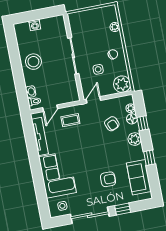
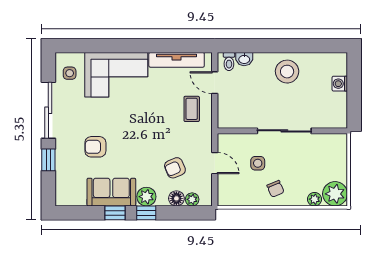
plant: (122, 84) -> (335, 194), moved
door: (93, 100) -> (215, 163), moved
window: (143, 123) -> (146, 213), moved
sofa: (139, 177) -> (111, 192), moved
armchair: (108, 179) -> (95, 147), turned 90

